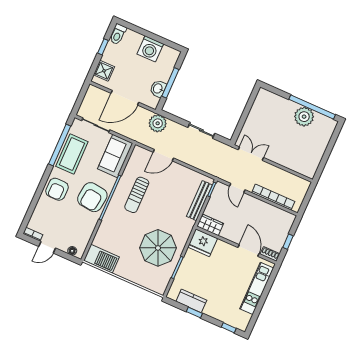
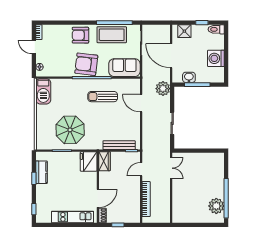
plant: (304, 117) -> (216, 206), moved

